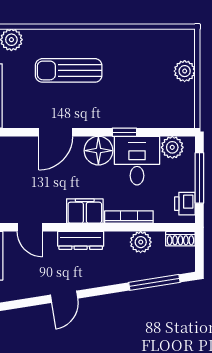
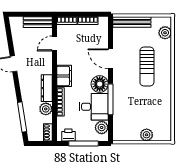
sun lounger: (69, 70) -> (147, 66), turned 180
window: (124, 132) -> (111, 99), width x2.17
dresser: (81, 240) -> (47, 88), moved

